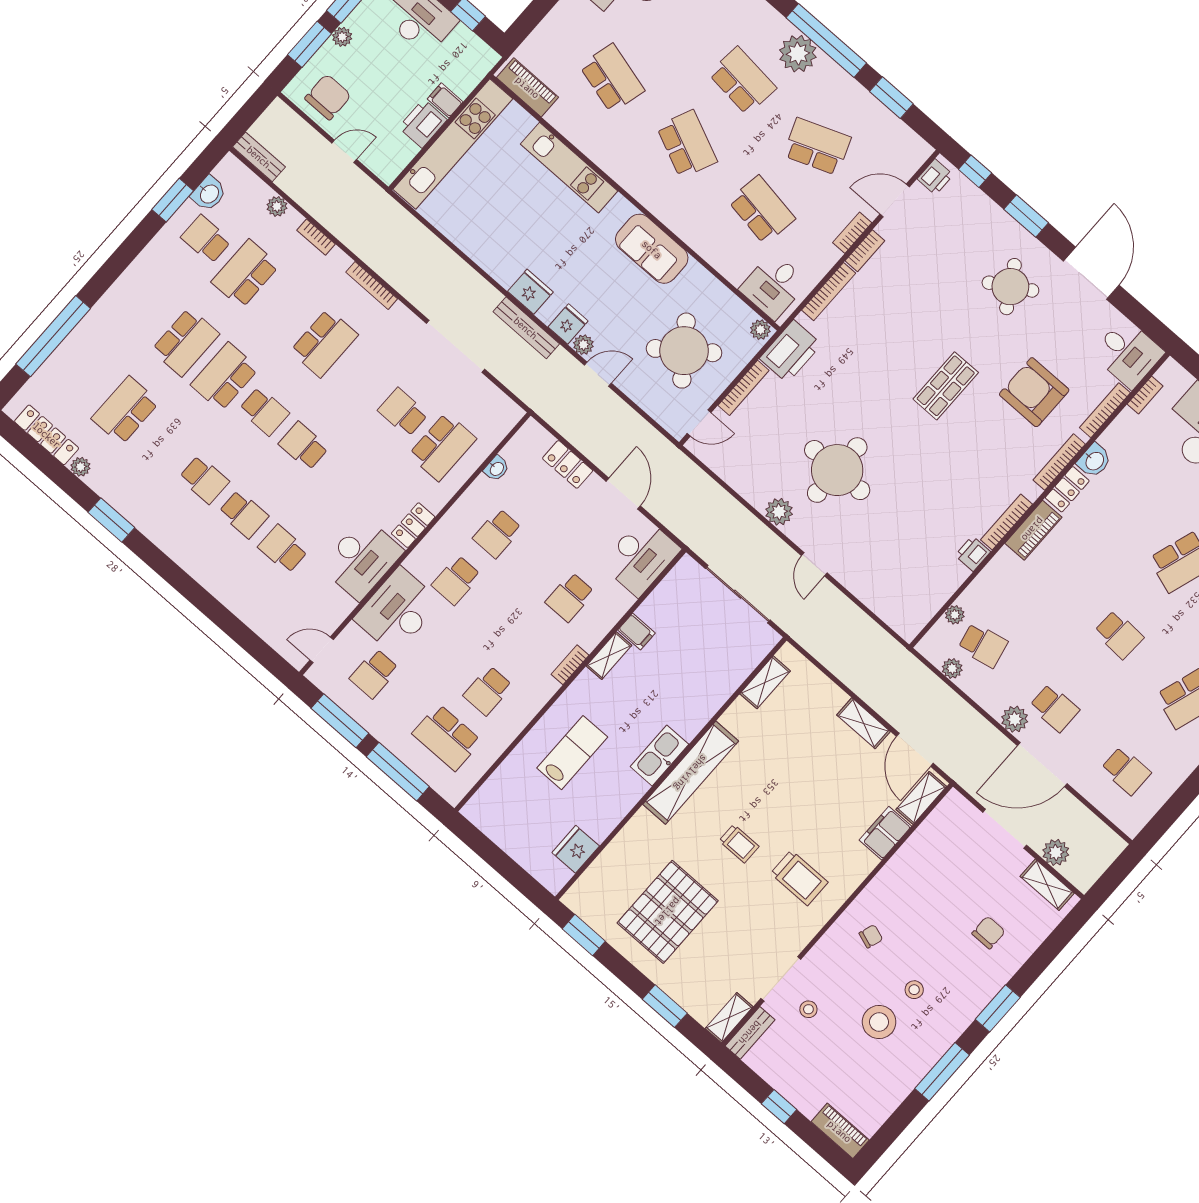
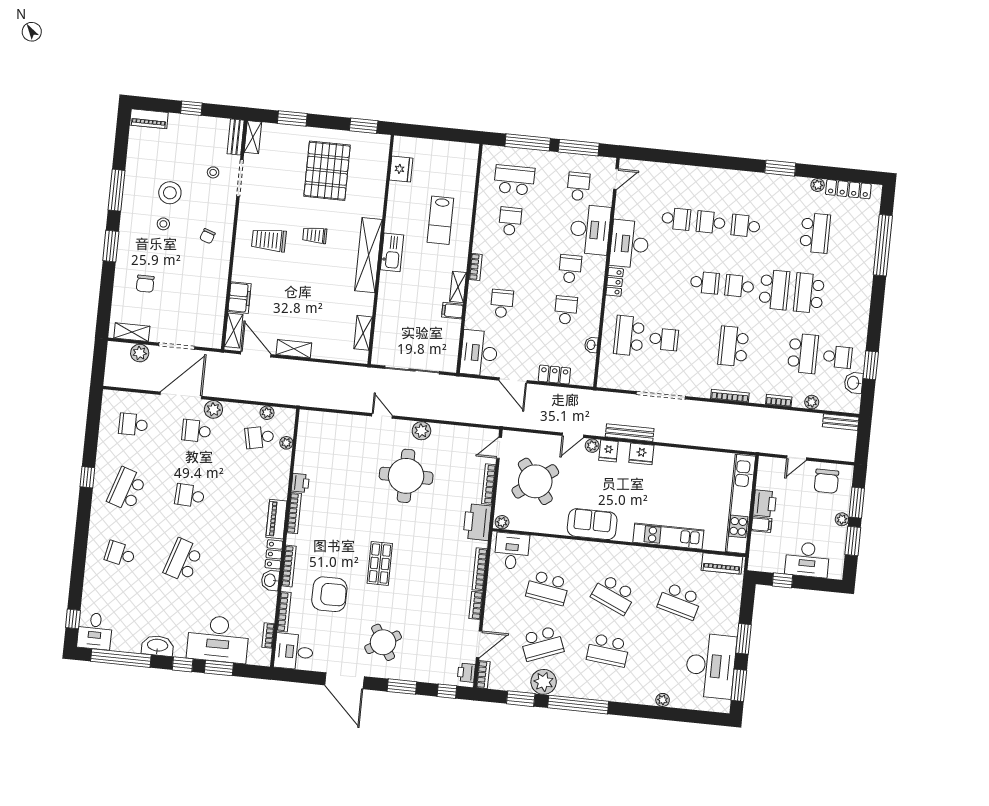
plant: (798, 54) -> (544, 682), moved
bookcase: (852, 233) -> (483, 675), moved

